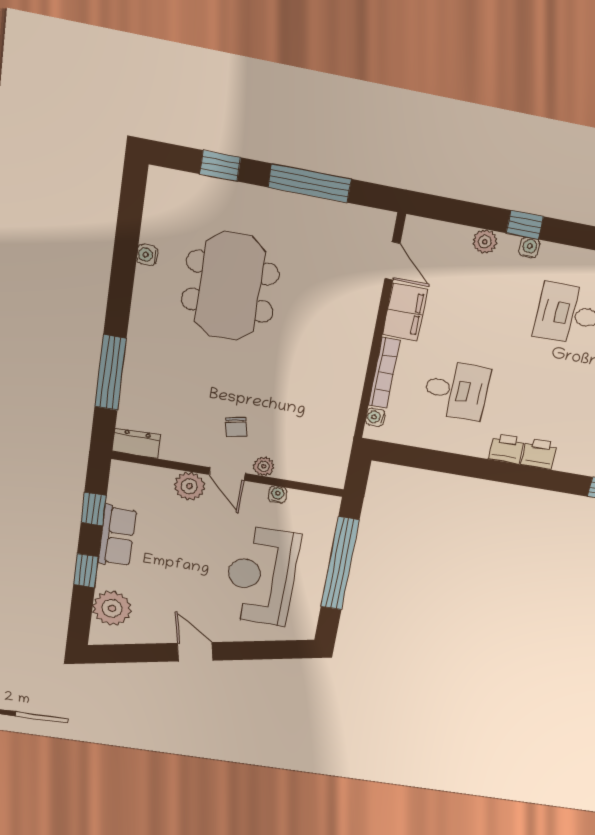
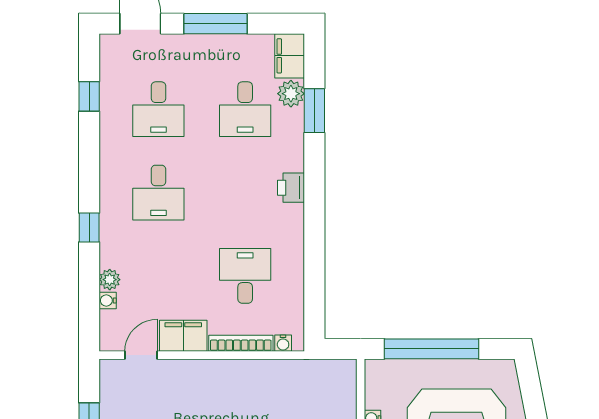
window: (525, 225) -> (89, 227), moved
water cooler: (529, 248) -> (108, 300), moved
printer: (506, 448) -> (291, 219), removed

